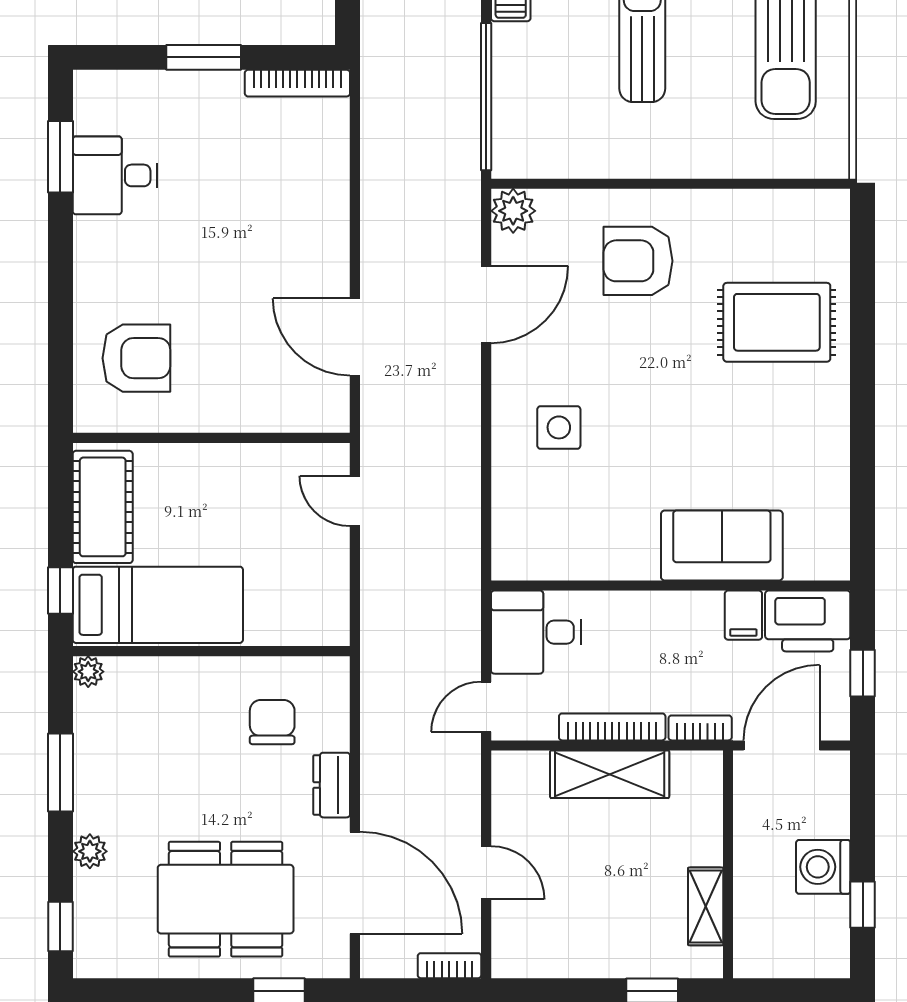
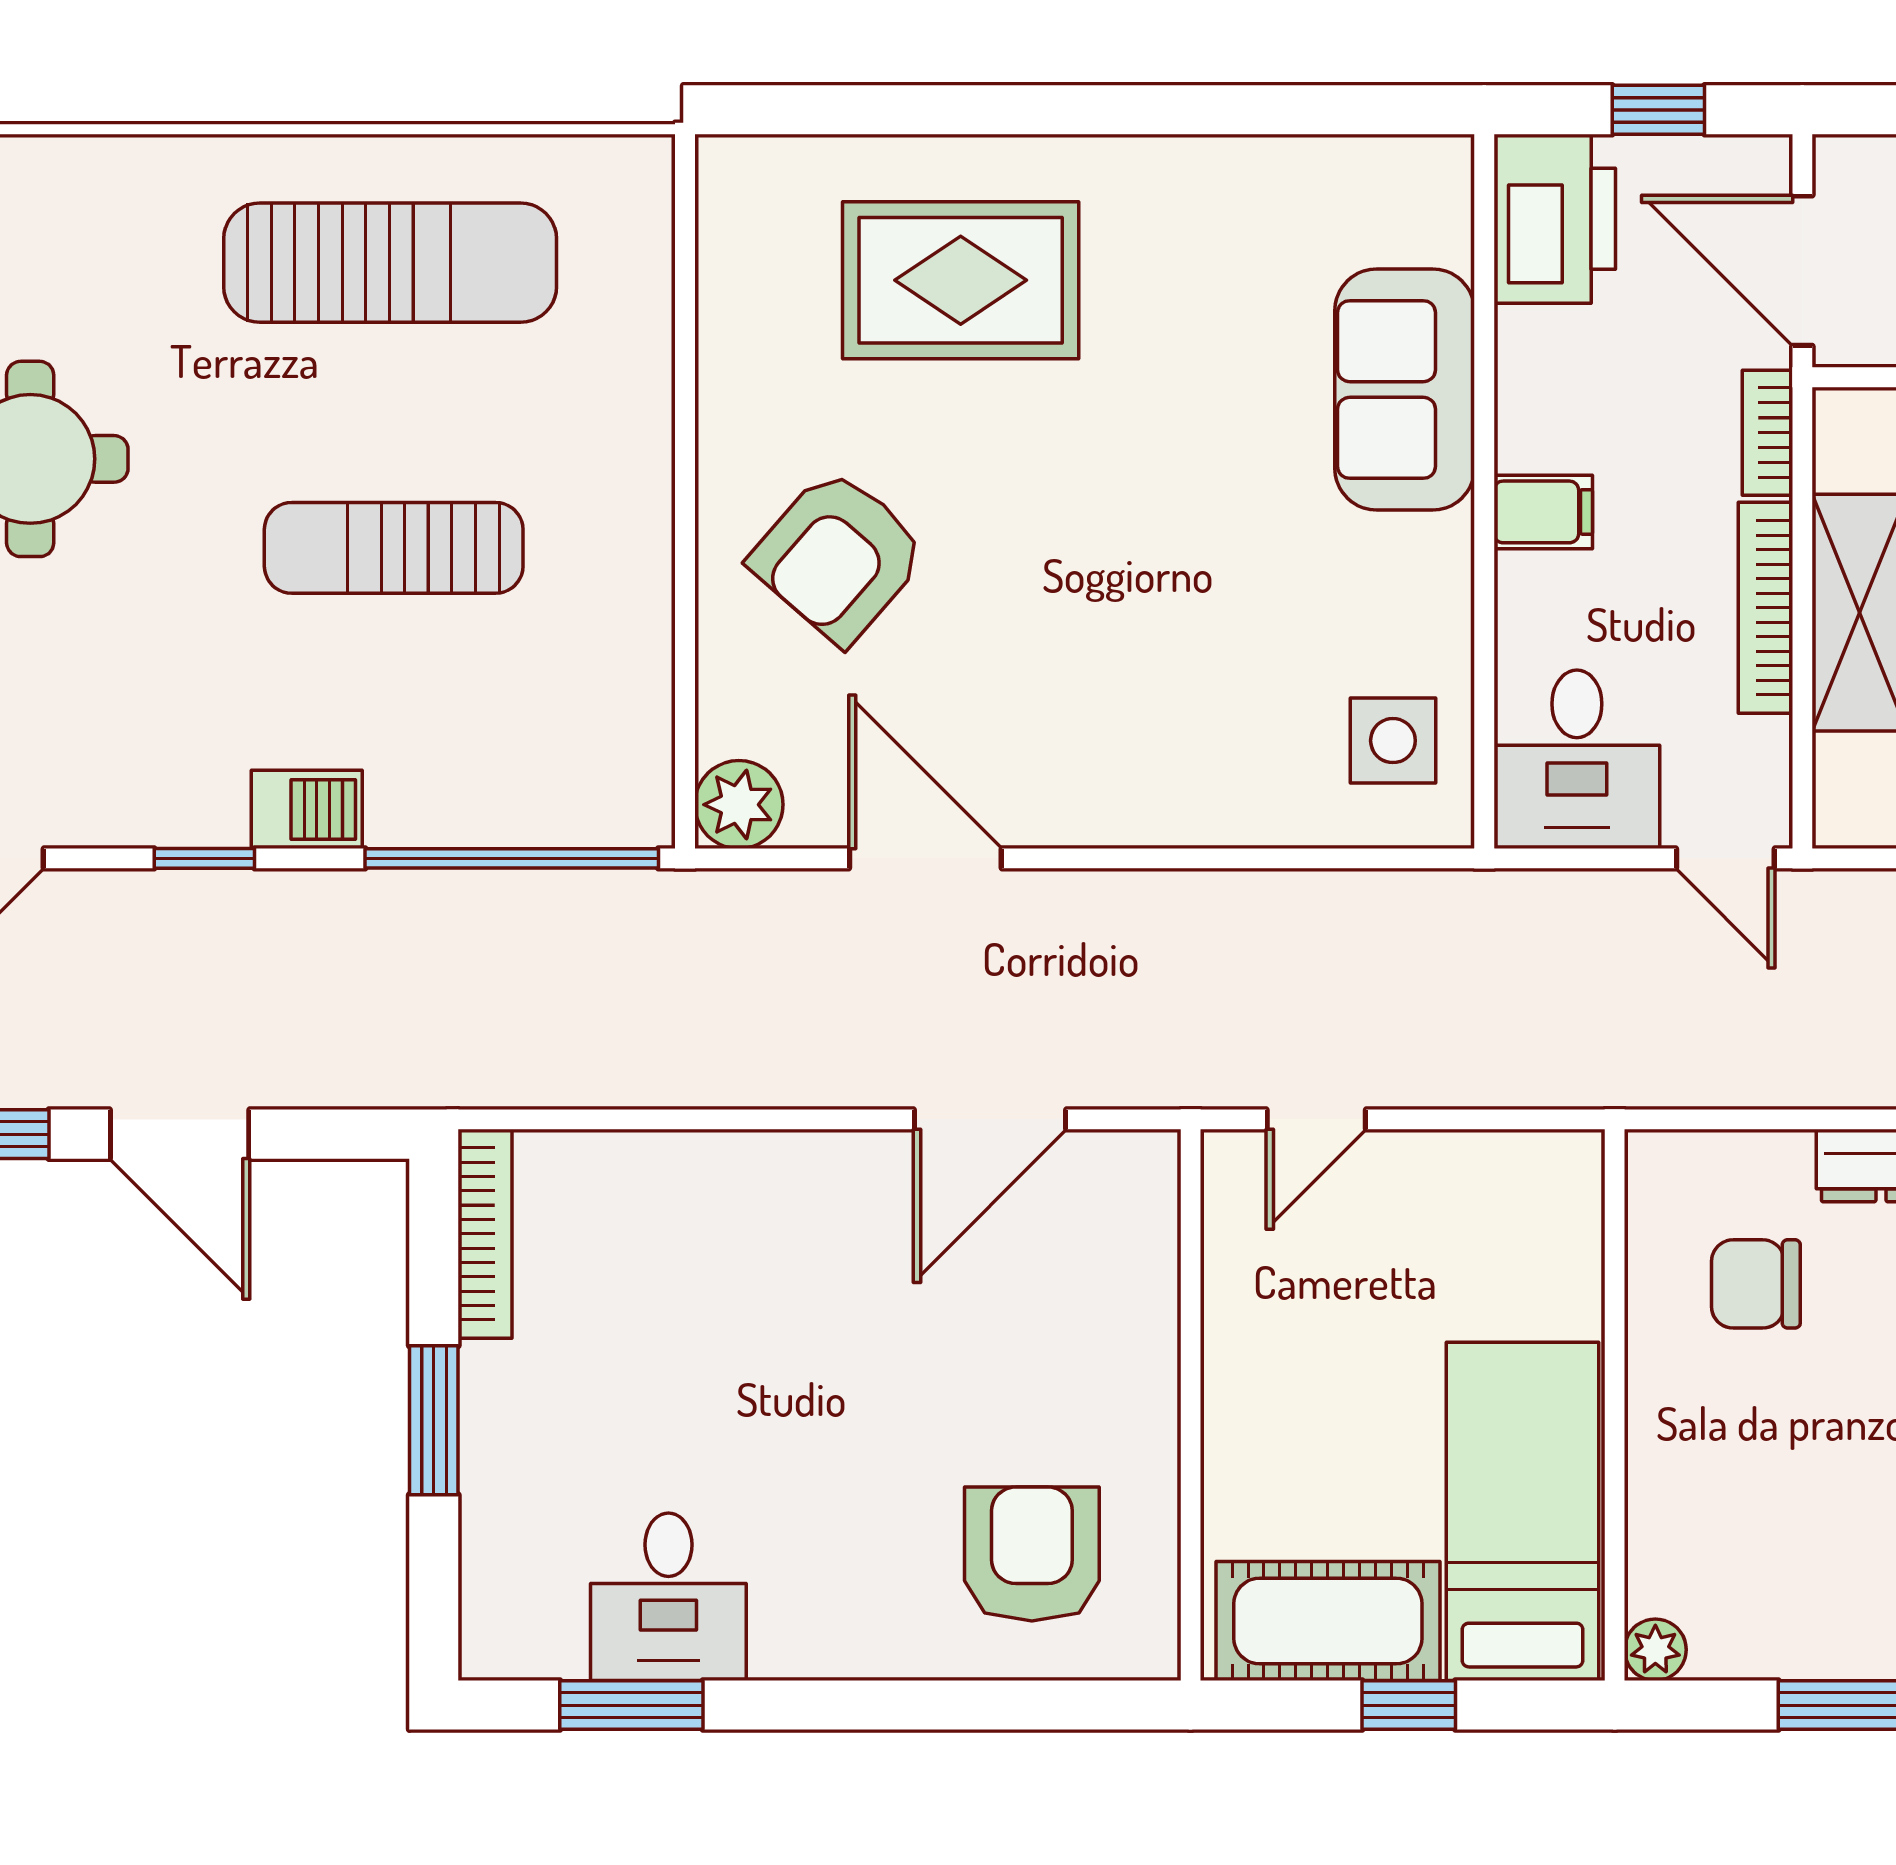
armchair: (638, 261) -> (838, 556), turned 41
rug: (777, 322) -> (961, 280), turned 90
side table: (559, 427) -> (1393, 741), moved
window: (60, 591) -> (1409, 1705), moved
filing cabinet: (743, 615) -> (1543, 512), moved

